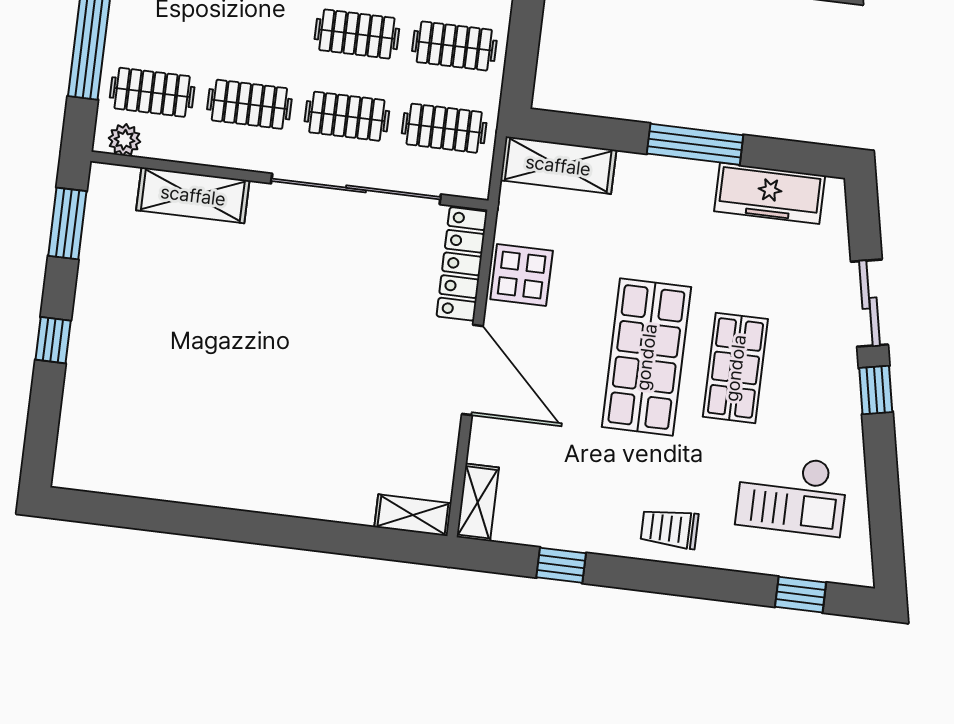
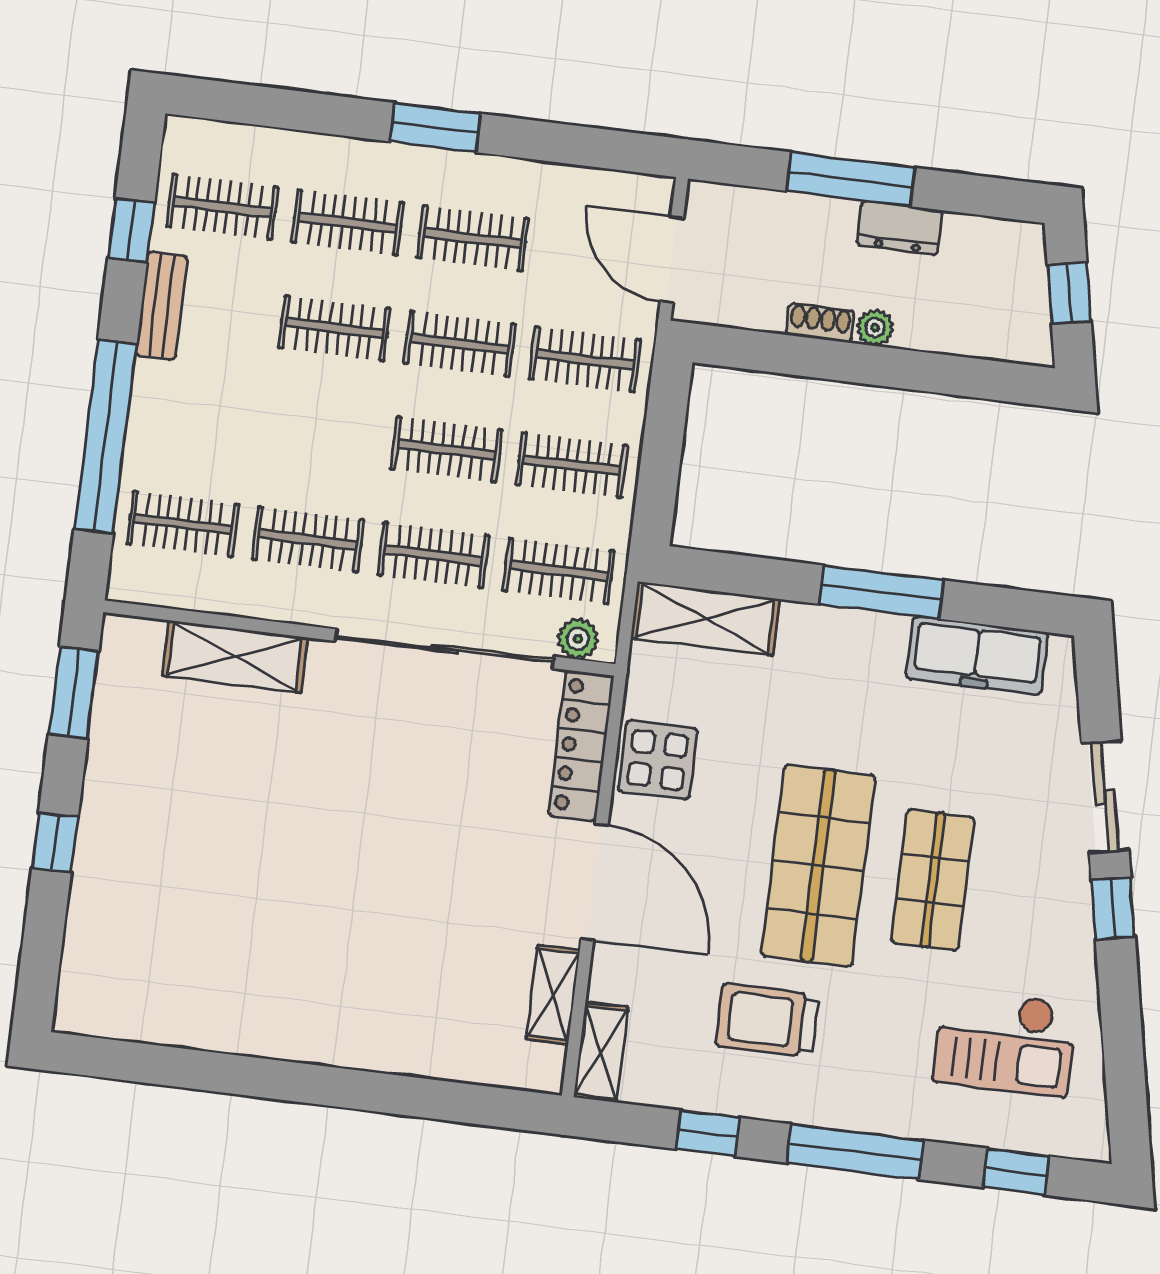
plant: (124, 140) -> (578, 639), moved
shelving: (413, 515) -> (553, 995), moved, turned 90
trolley: (669, 529) -> (767, 1020), moved, width x1.36, depth x1.39
window: (675, 579) -> (855, 1152), added

